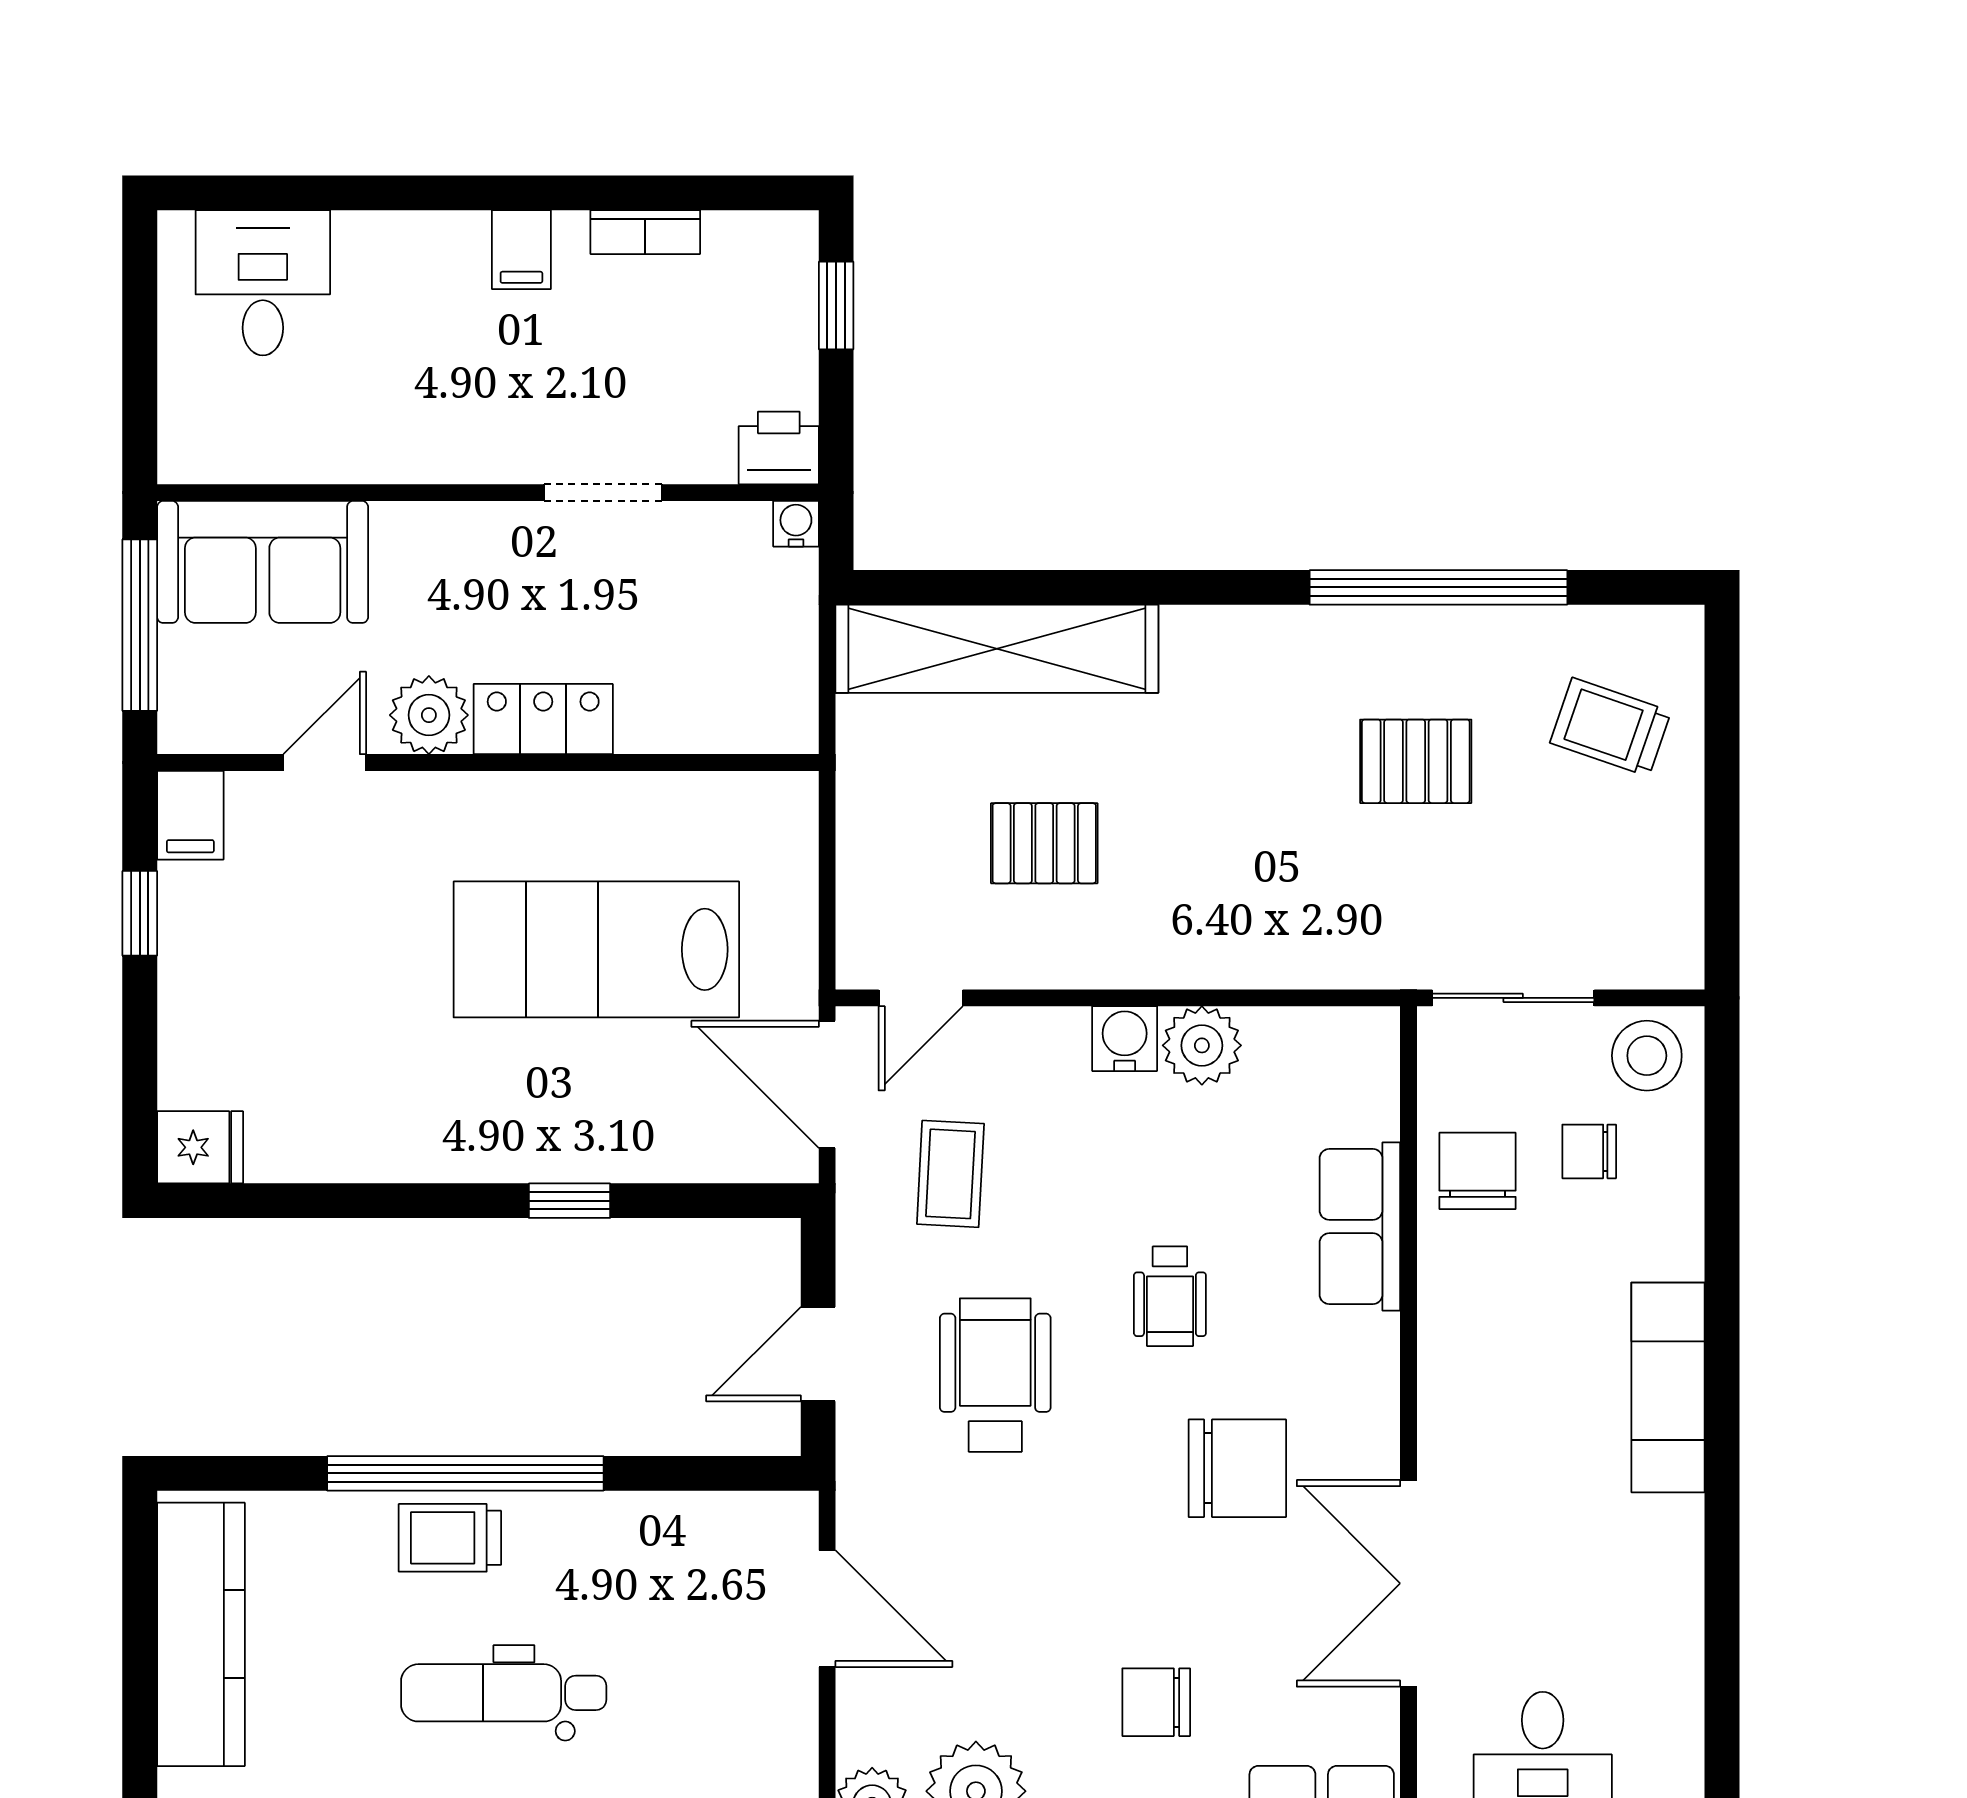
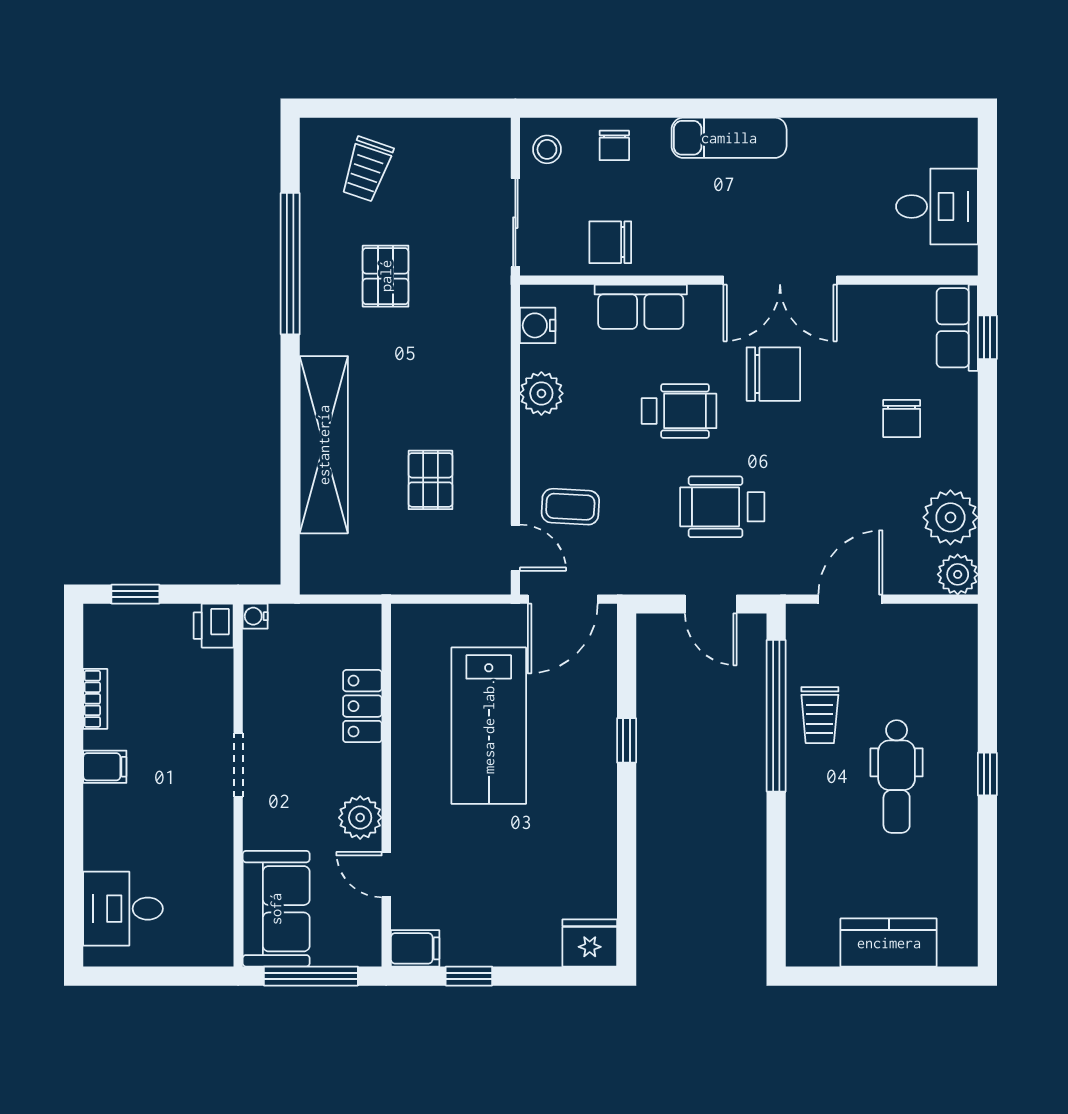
doorway: (603, 493) -> (238, 765), moved
shelving: (997, 649) -> (324, 445), moved
locker: (543, 719) -> (362, 706), moved
water cooler: (1125, 1039) -> (538, 325), moved
stool: (1647, 1056) -> (547, 149), width x0.73, depth x0.73
fridge: (200, 1147) -> (590, 943), width x1.38
chair: (1589, 1151) -> (614, 145), moved
coffee table: (950, 1174) -> (570, 507), moved
wheelchair: (1170, 1296) -> (679, 411), width x1.36, depth x1.37
chair: (1237, 1468) -> (773, 374), turned 90
window: (465, 1473) -> (776, 716), moved
trolley: (450, 1538) -> (820, 715), moved
double door: (1408, 1583) -> (780, 280), moved
kitchen counter: (201, 1634) -> (889, 943), width x0.67

